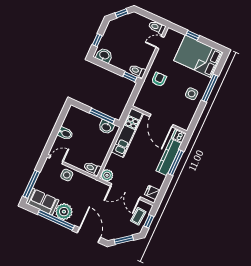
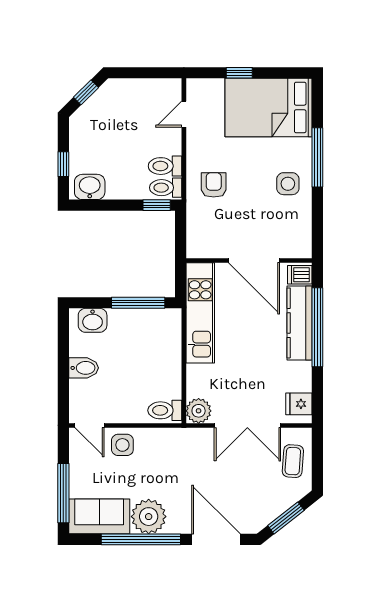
toilet: (157, 27) -> (165, 166), moved
washbasin: (106, 127) -> (93, 320), moved
door: (56, 160) -> (90, 425), swing flipped
window: (176, 163) -> (317, 327), width x1.46
window: (149, 221) -> (317, 461), removed

